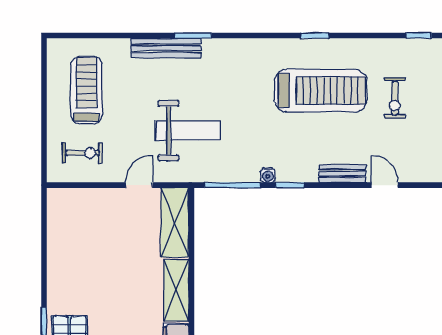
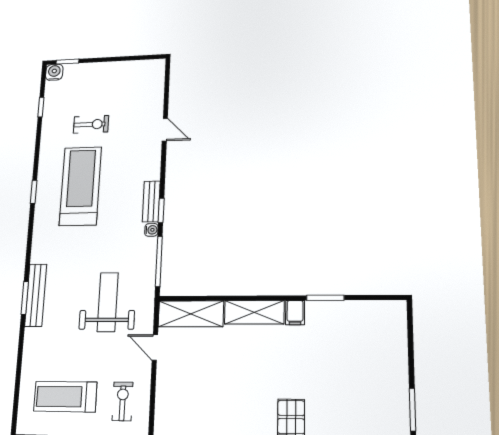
bench: (166, 48) -> (36, 295), moved
bench: (342, 174) -> (151, 201), moved
door: (385, 185) -> (165, 130), swing flipped

